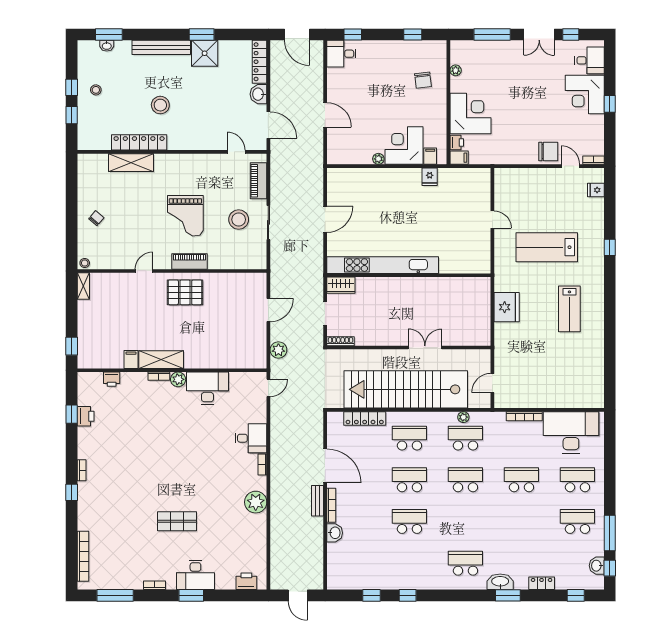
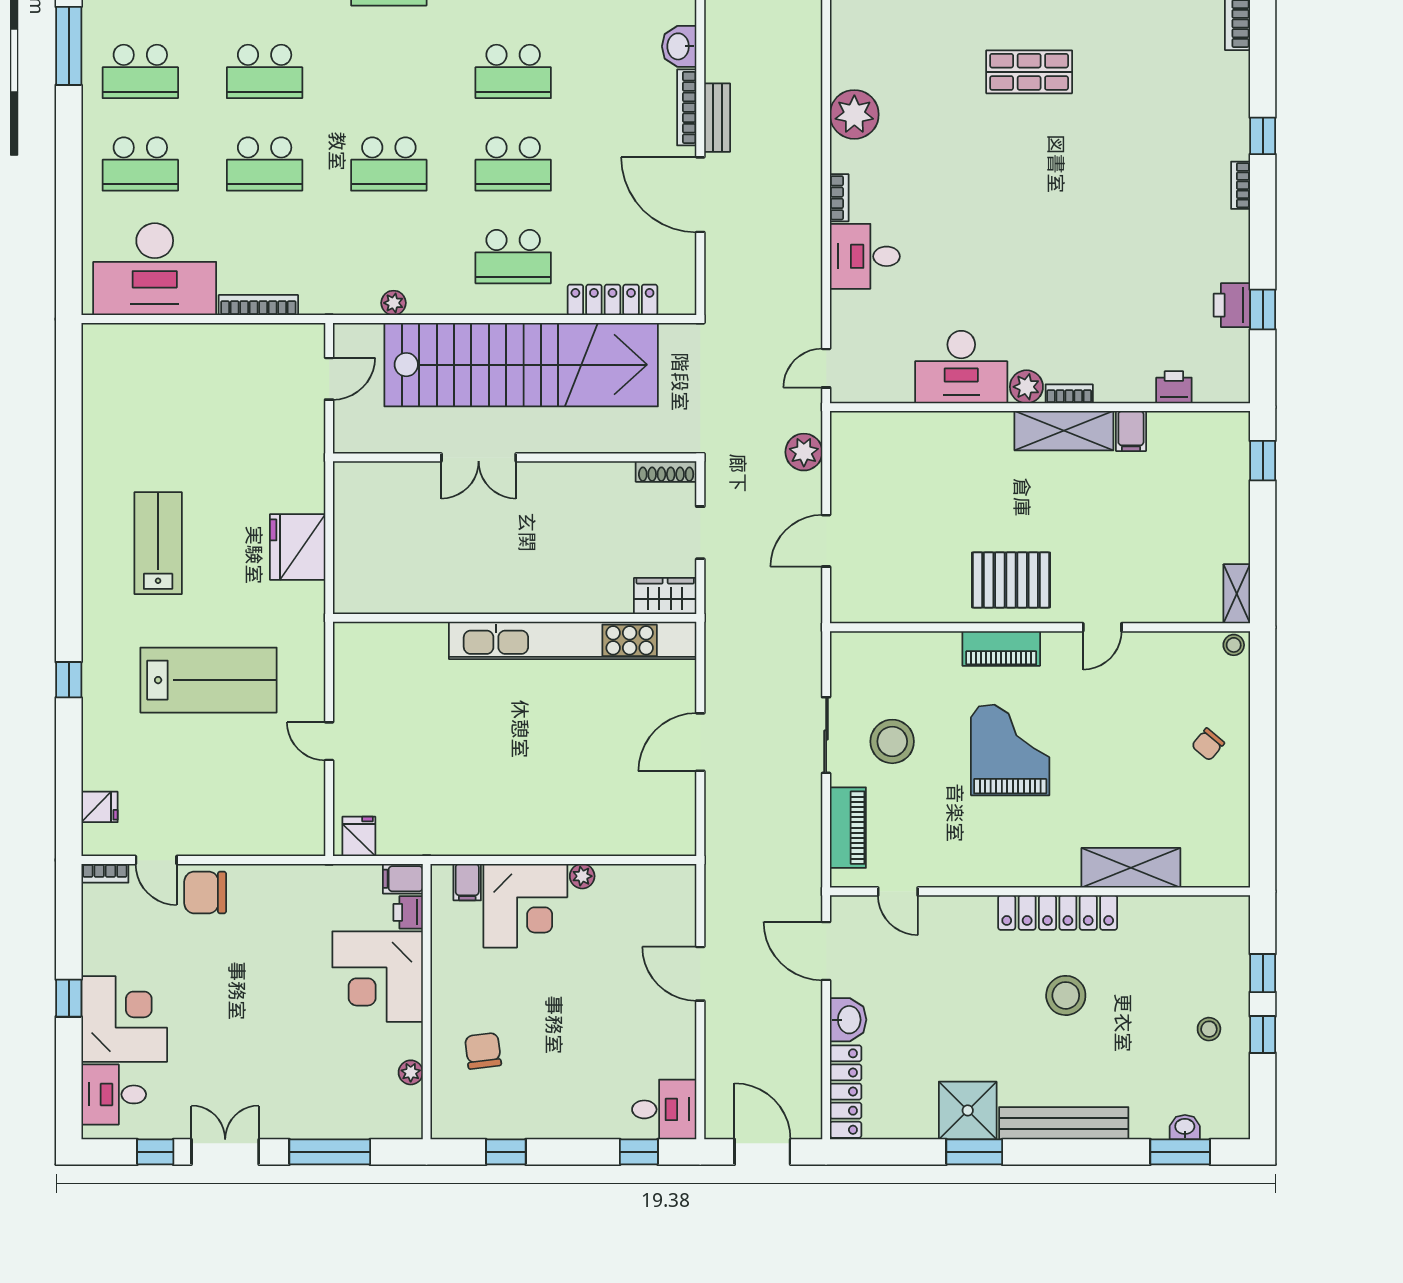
locker: (139, 142) -> (1058, 913), moved
fridge: (430, 177) -> (359, 836), moved
school desk: (465, 438) -> (265, 71), moved

